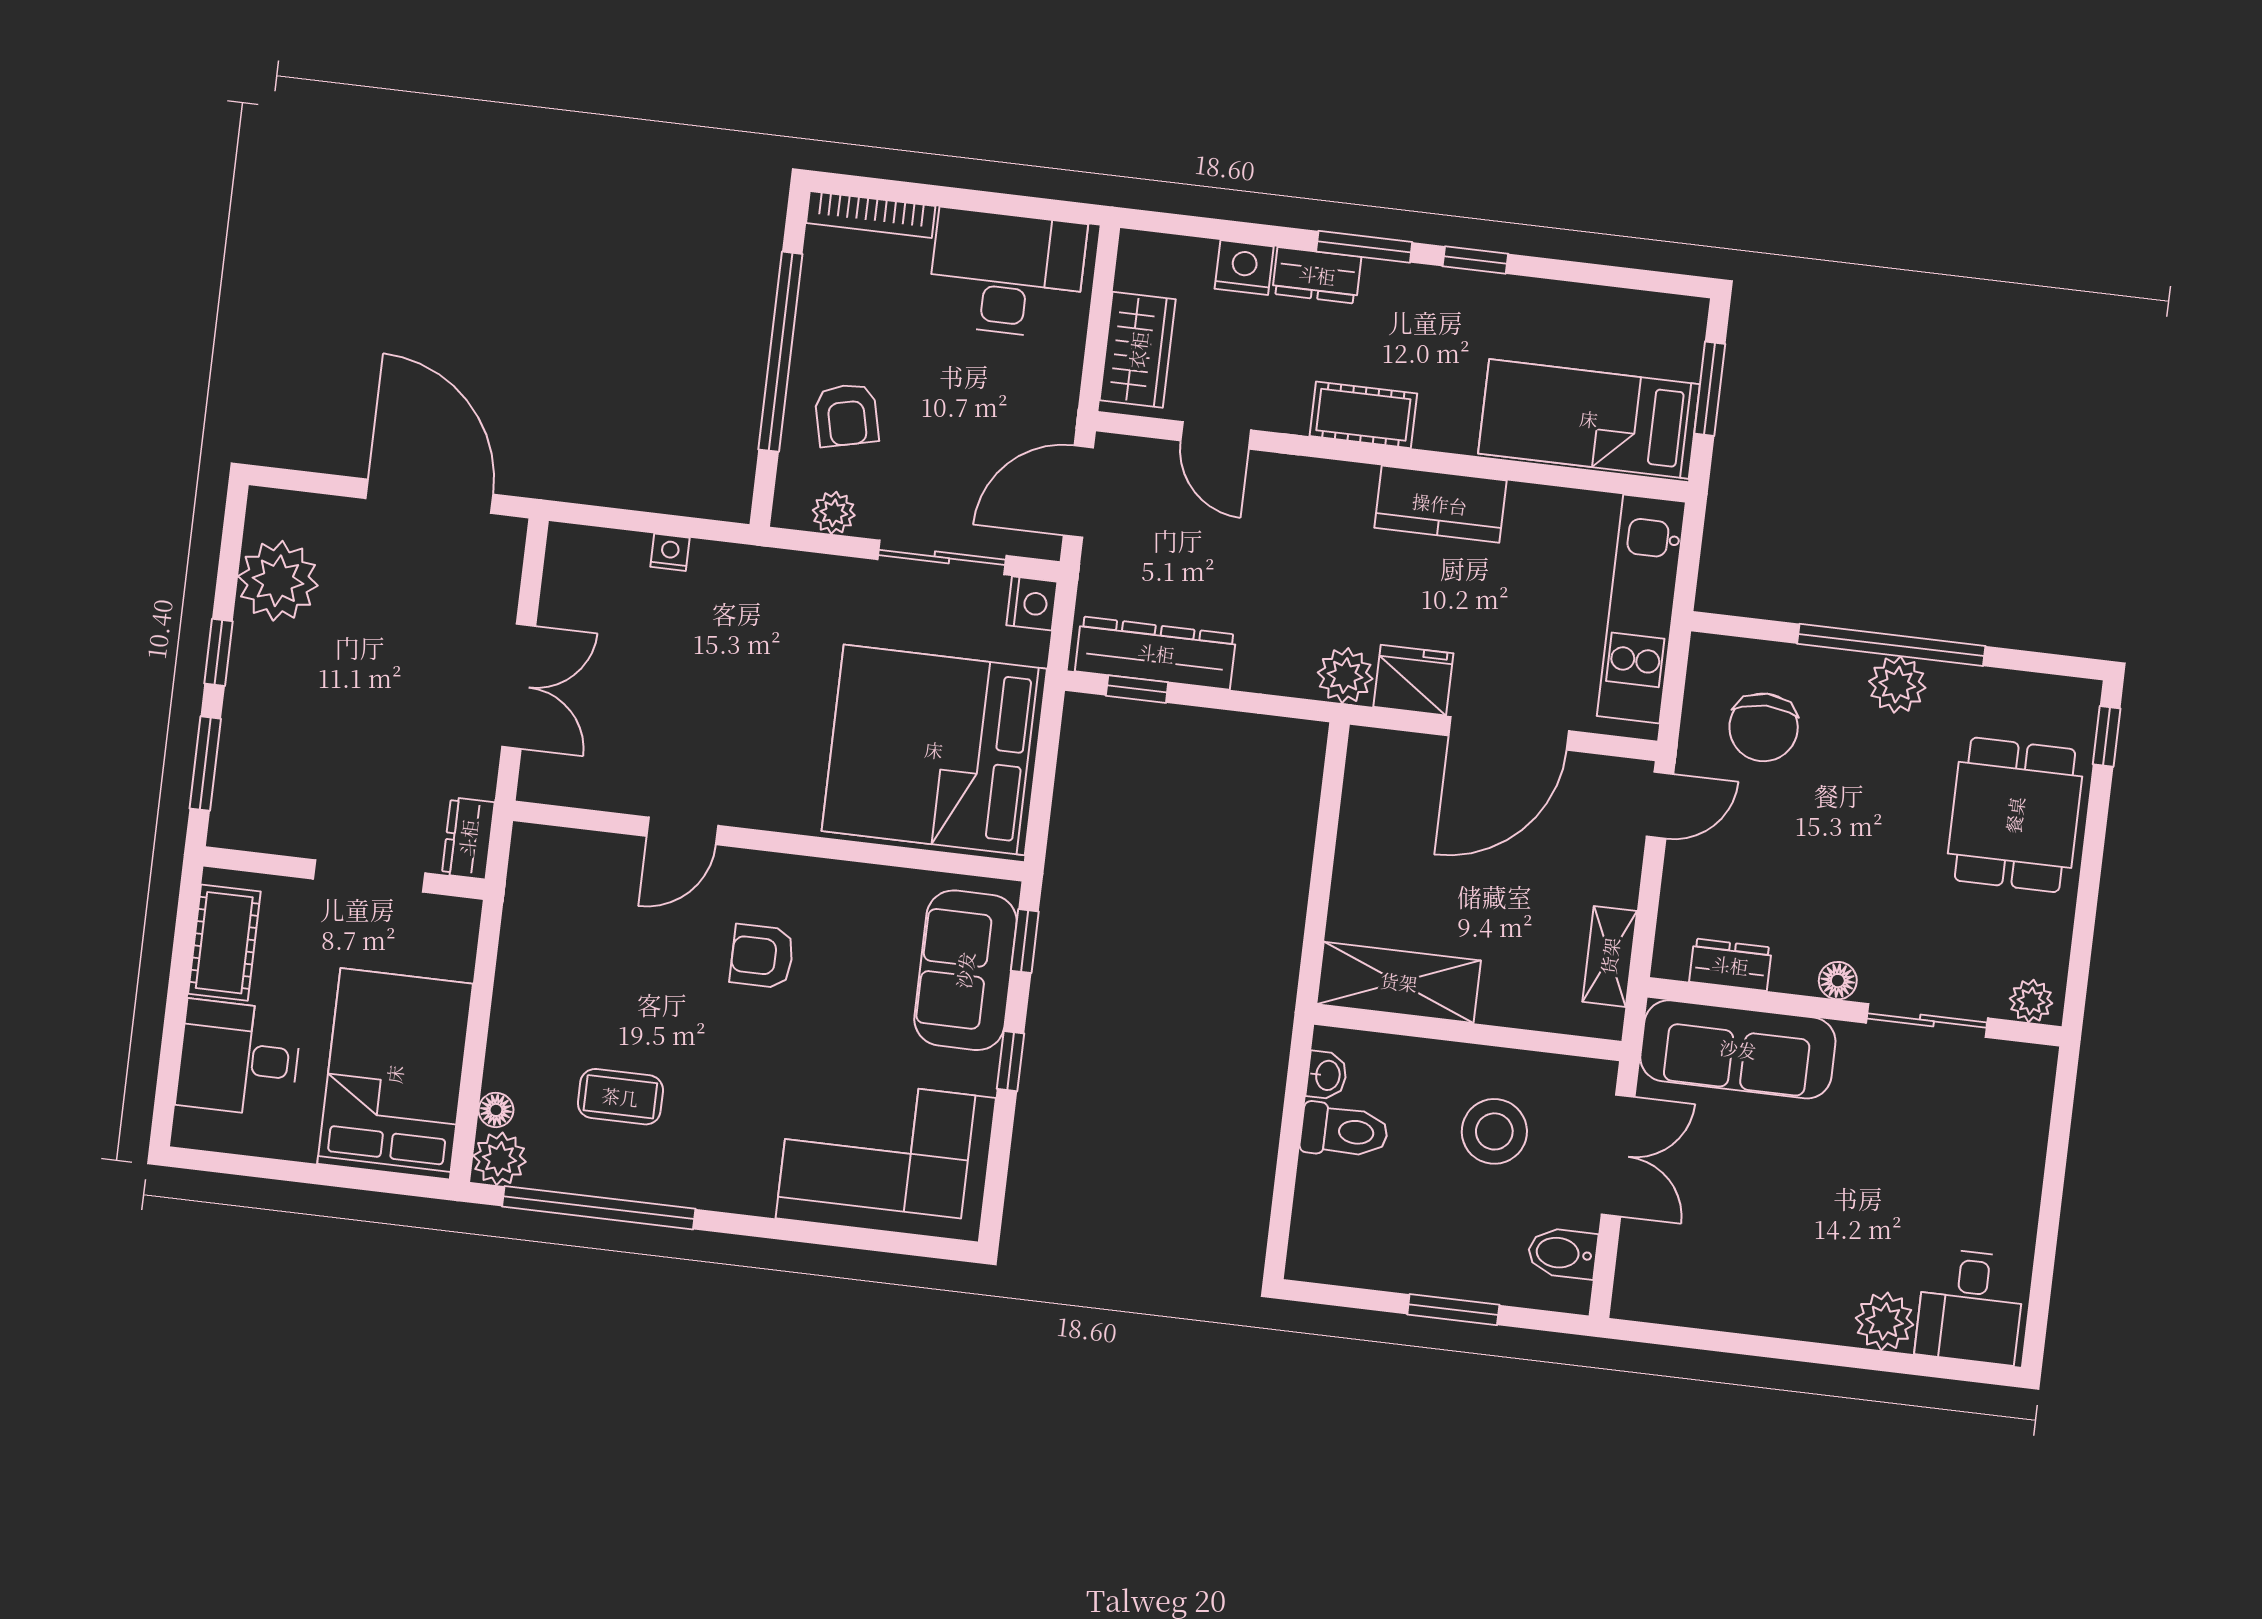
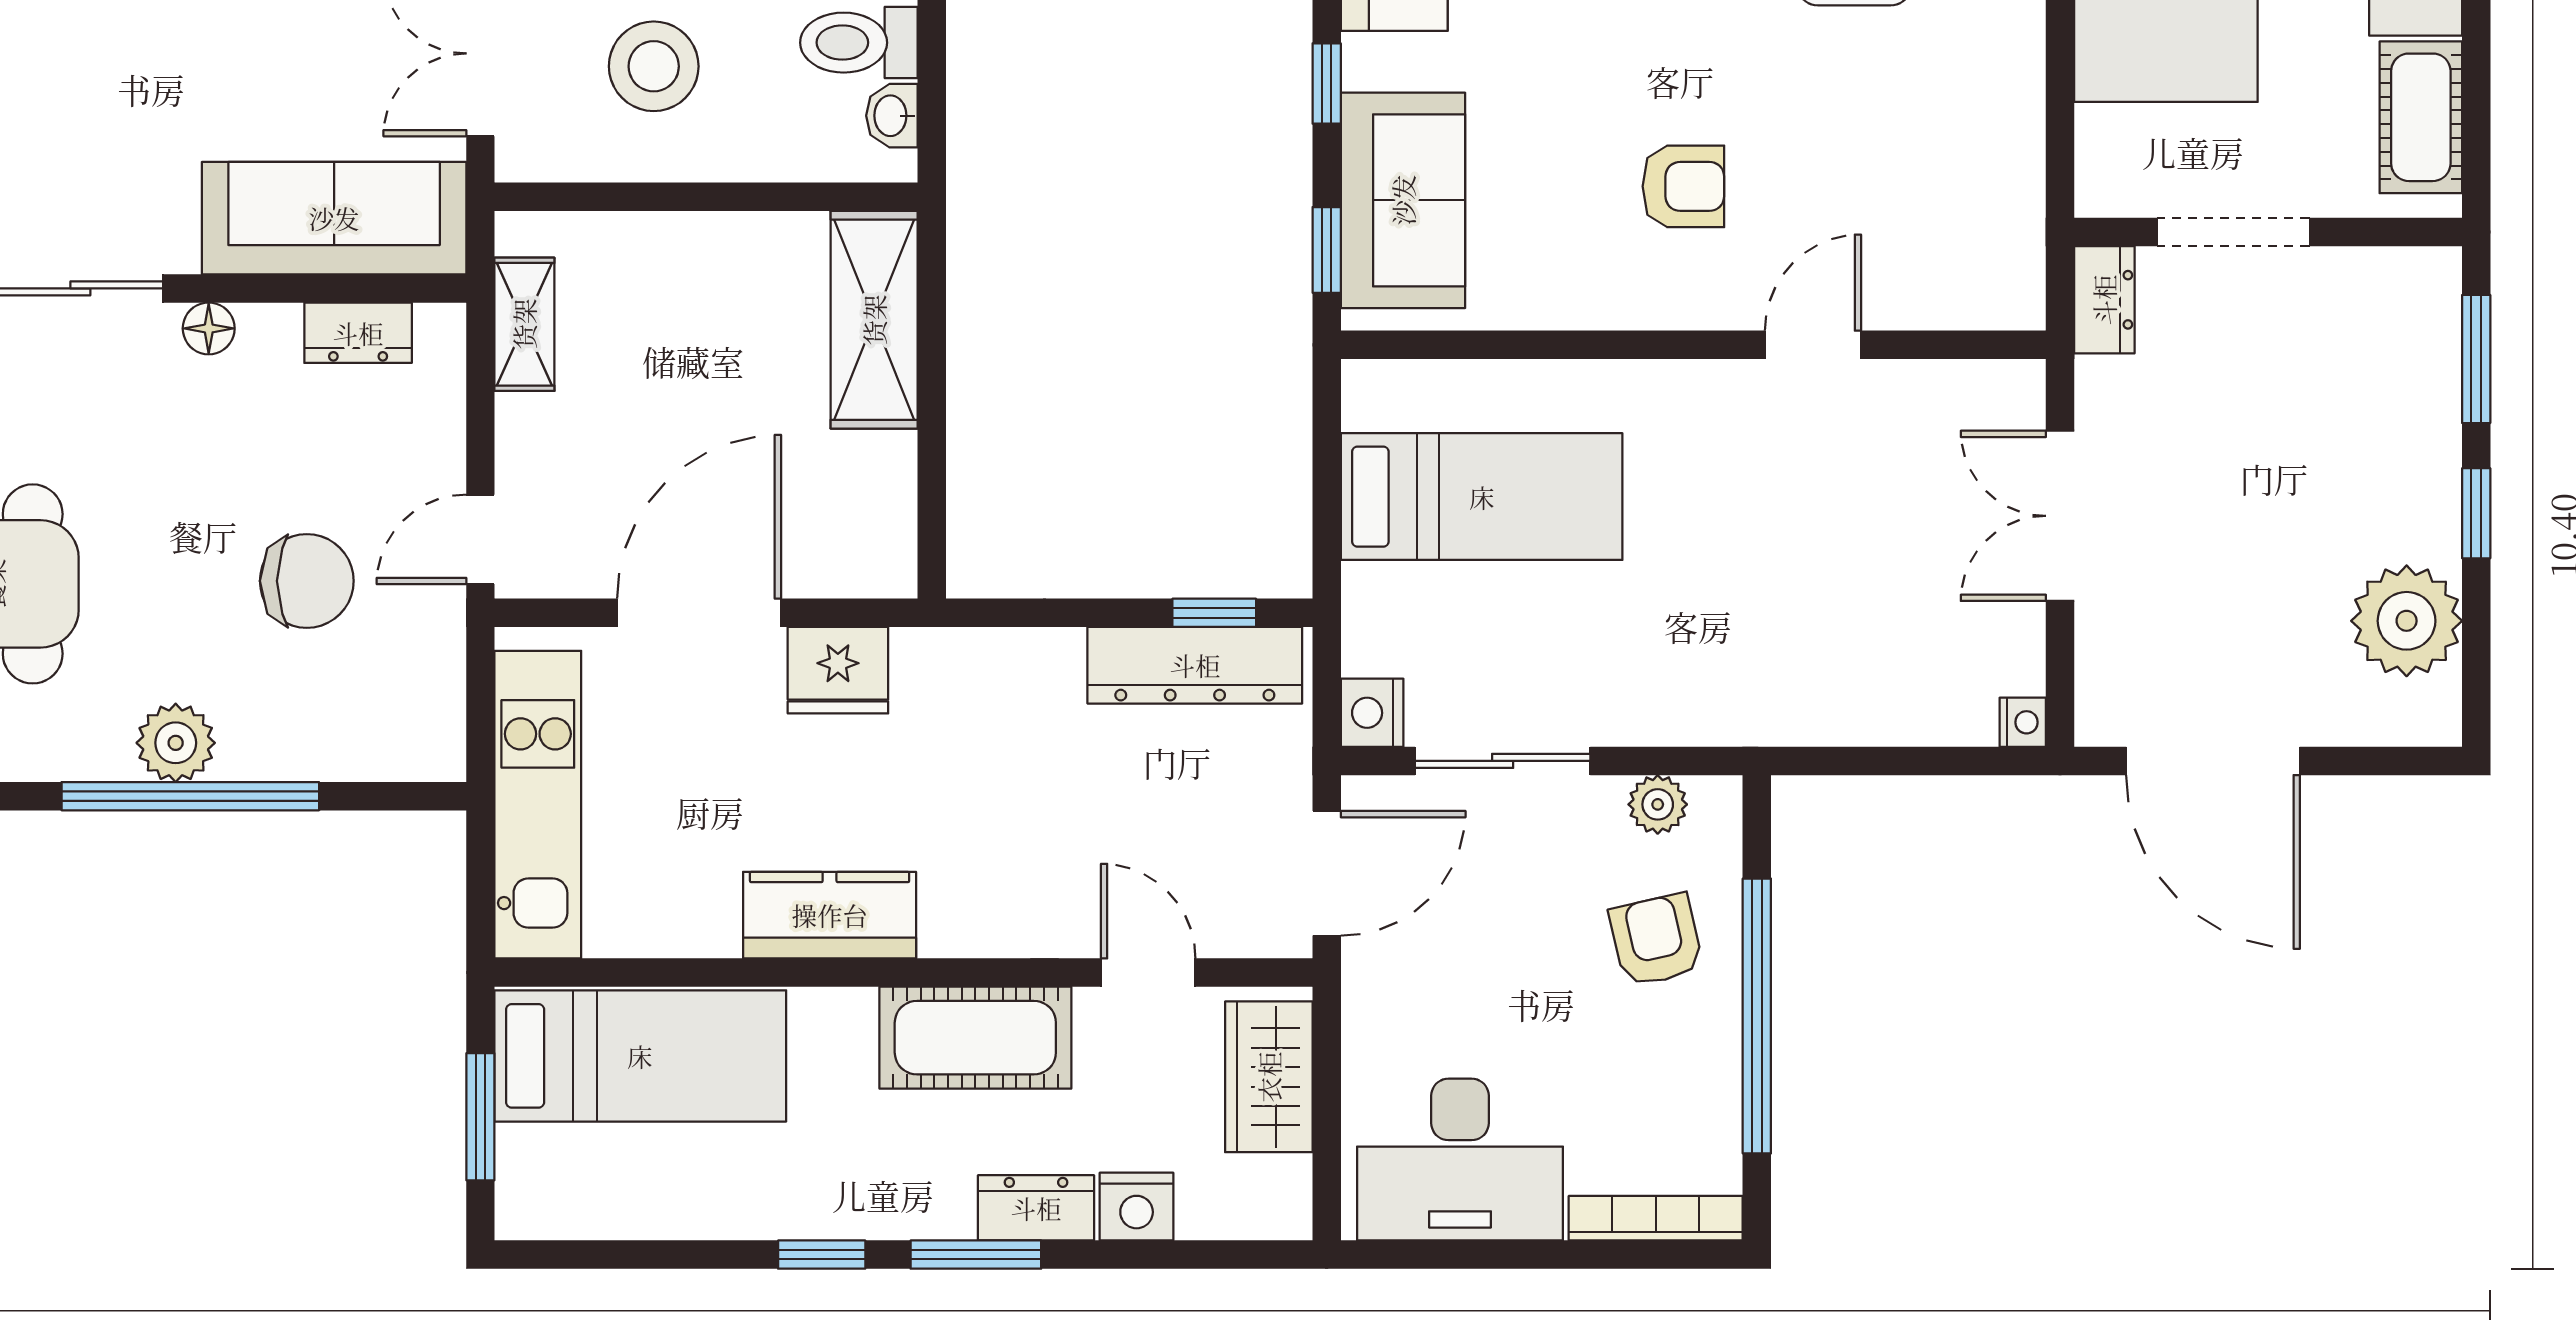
cot: (1363, 415) -> (975, 1038), width x1.37, depth x1.34
nightstand: (670, 552) -> (2023, 722), moved, turned -90
plant: (1345, 676) -> (932, 665), removed
chair: (1764, 727) -> (307, 581), moved, turned 90
bed: (934, 750) -> (1482, 497), width x0.49
shelving: (1399, 982) -> (874, 320), moved, turned 90

